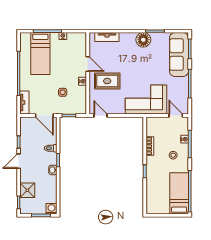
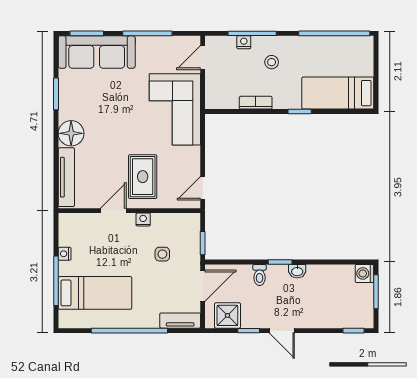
tv unit: (107, 37) -> (66, 177), width x1.41
floor lamp: (143, 40) -> (71, 133), moved
shower: (27, 190) -> (227, 315), moved
bed: (179, 193) -> (338, 93), moved

